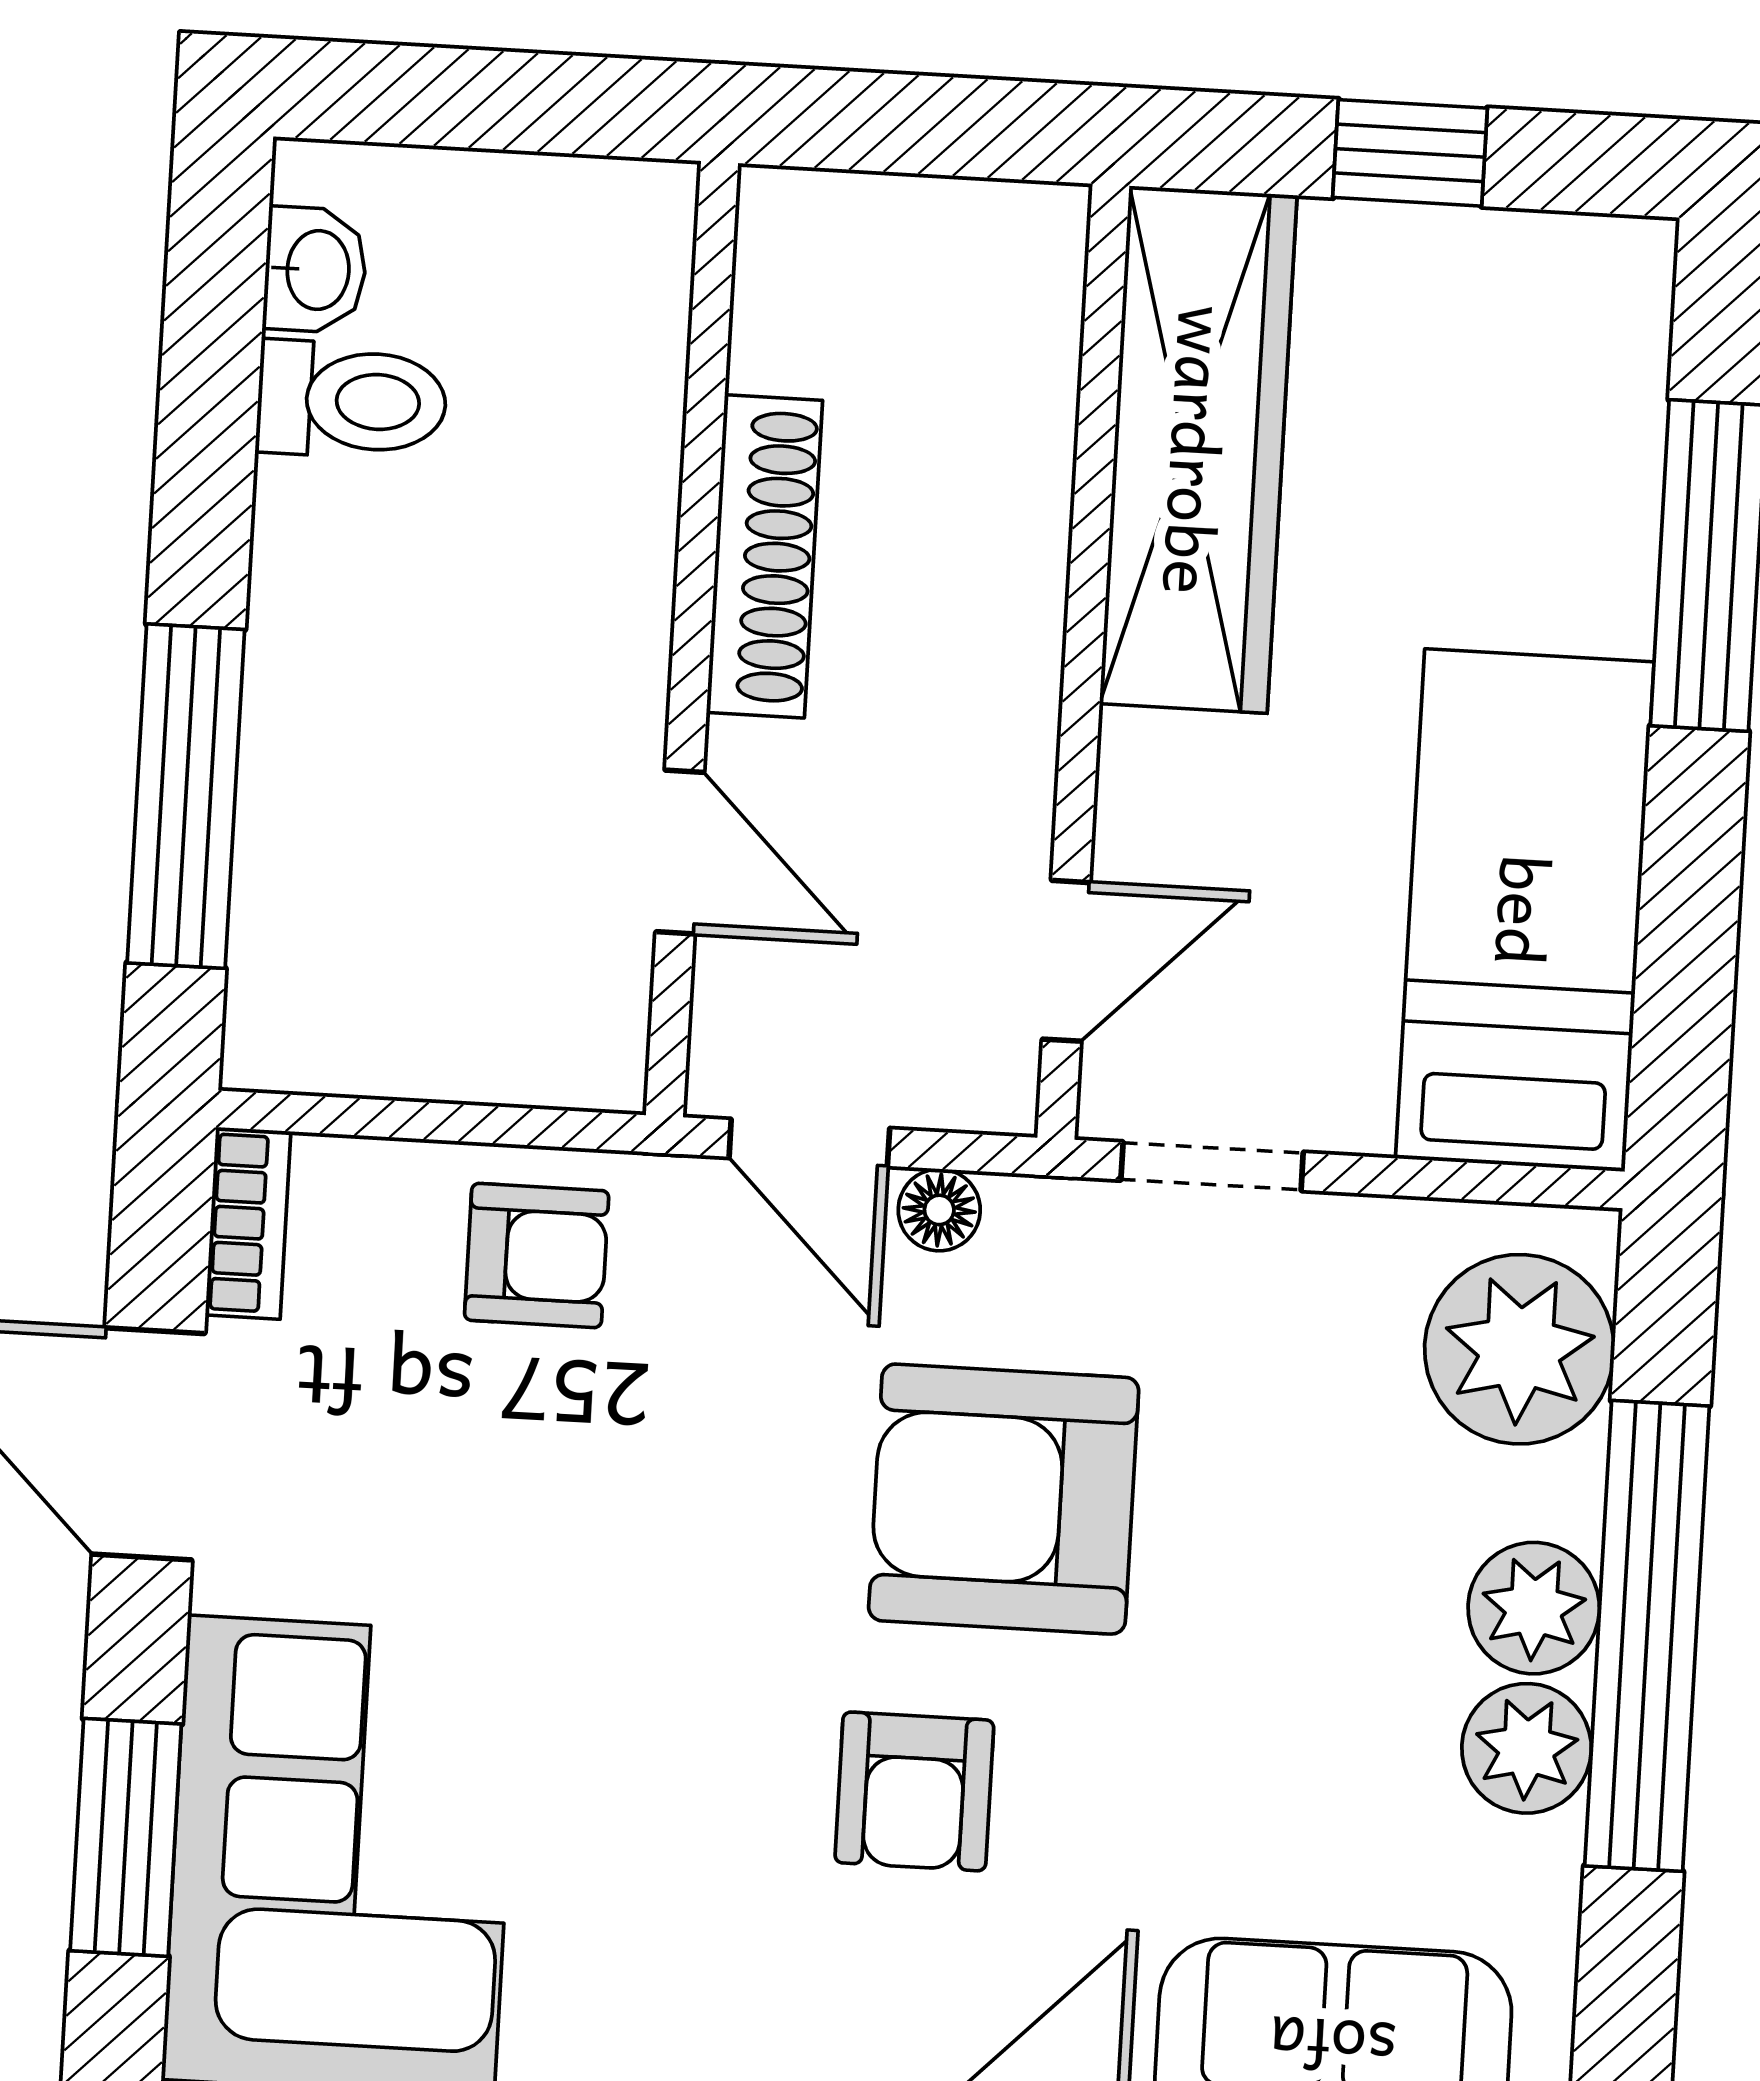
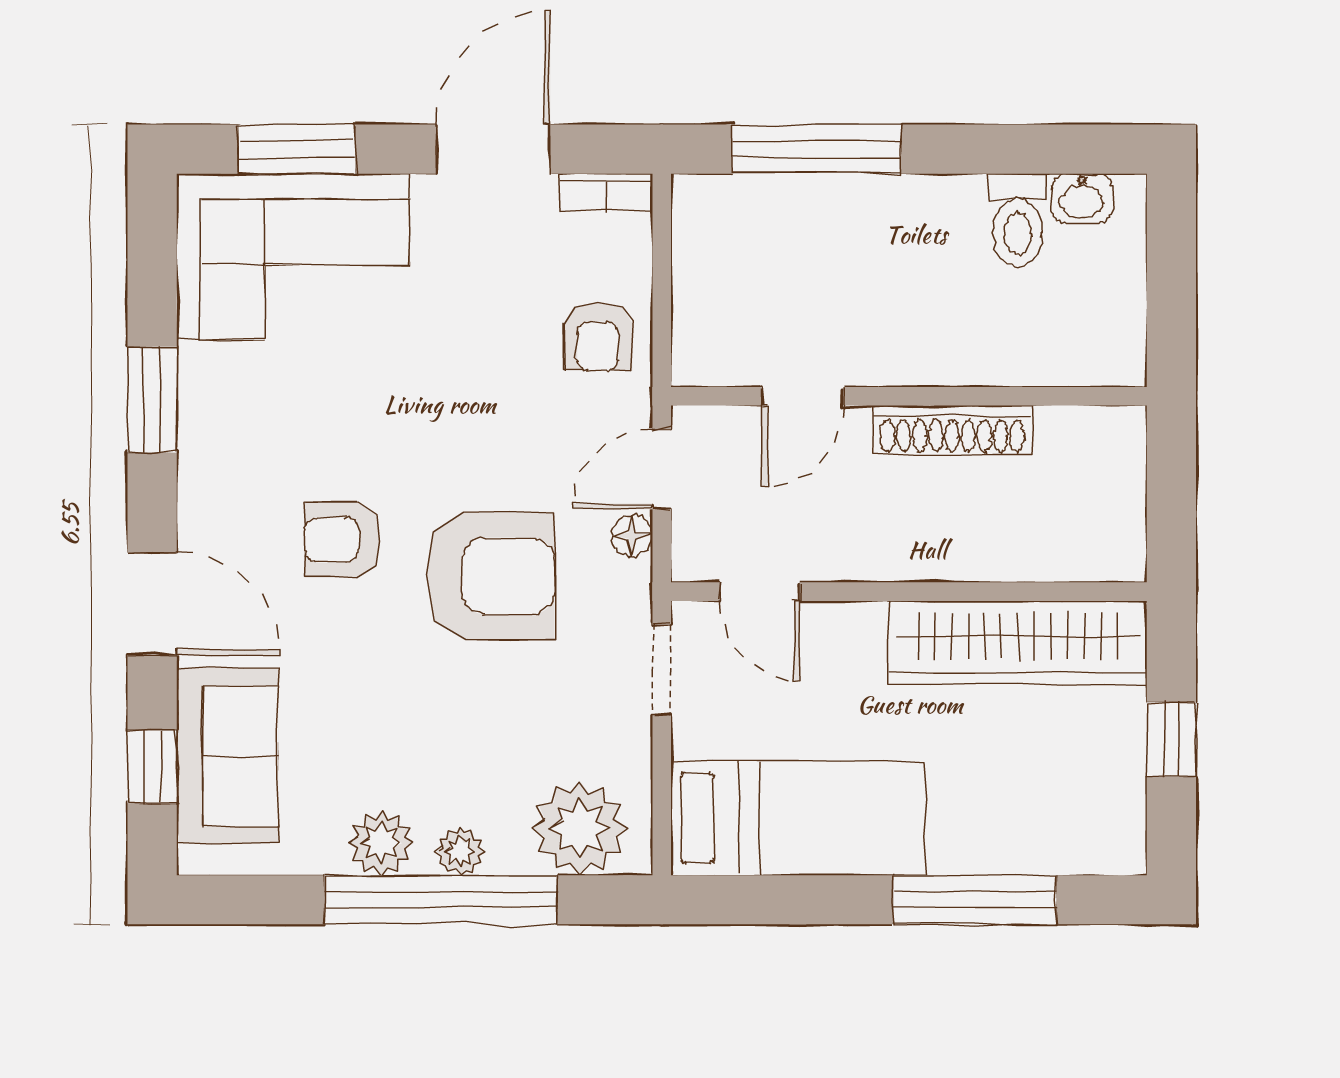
armchair: (1004, 1499) -> (490, 576), turned 90
plant: (1534, 1608) -> (460, 852), width x0.73, depth x0.73

